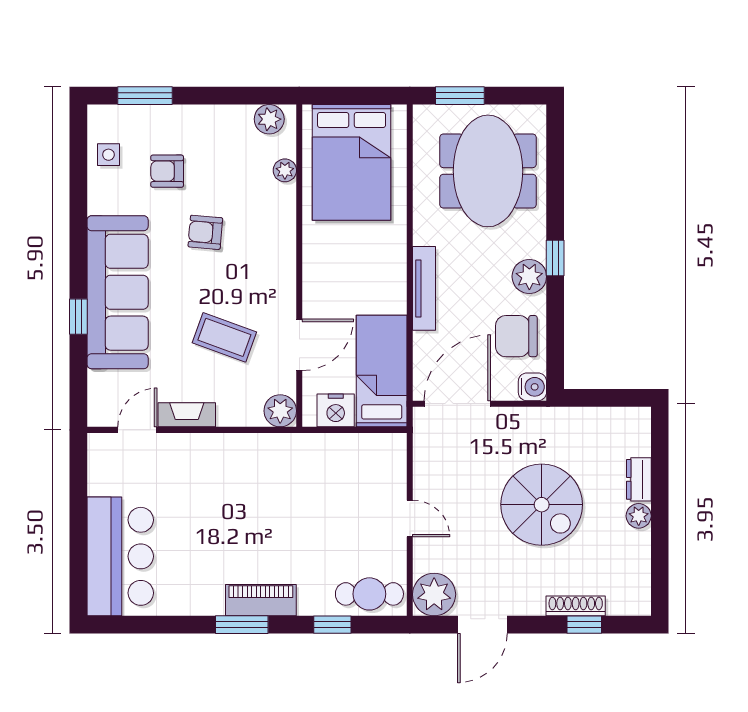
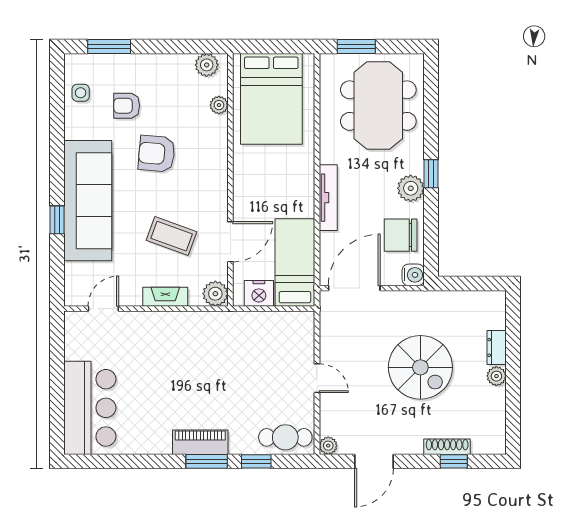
armchair: (205, 232) -> (157, 154), width x1.38, depth x1.38
fireplace: (187, 415) -> (165, 297), moved
plant: (434, 594) -> (328, 446), width x0.53, depth x0.53
window: (242, 625) -> (207, 461), moved

